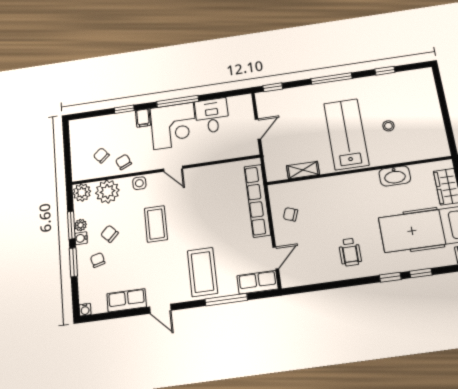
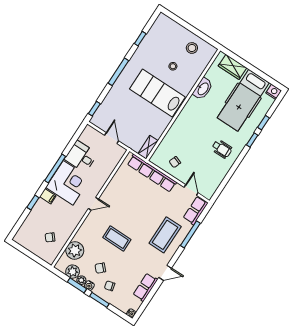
stool: (426, 128) -> (192, 48), added
chair: (123, 162) -> (65, 228), removed
shelving: (303, 170) -> (148, 147), moved
side table: (139, 183) -> (85, 229), removed
plant: (82, 192) -> (73, 272), moved
coffee table: (202, 272) -> (165, 235), turned 90

